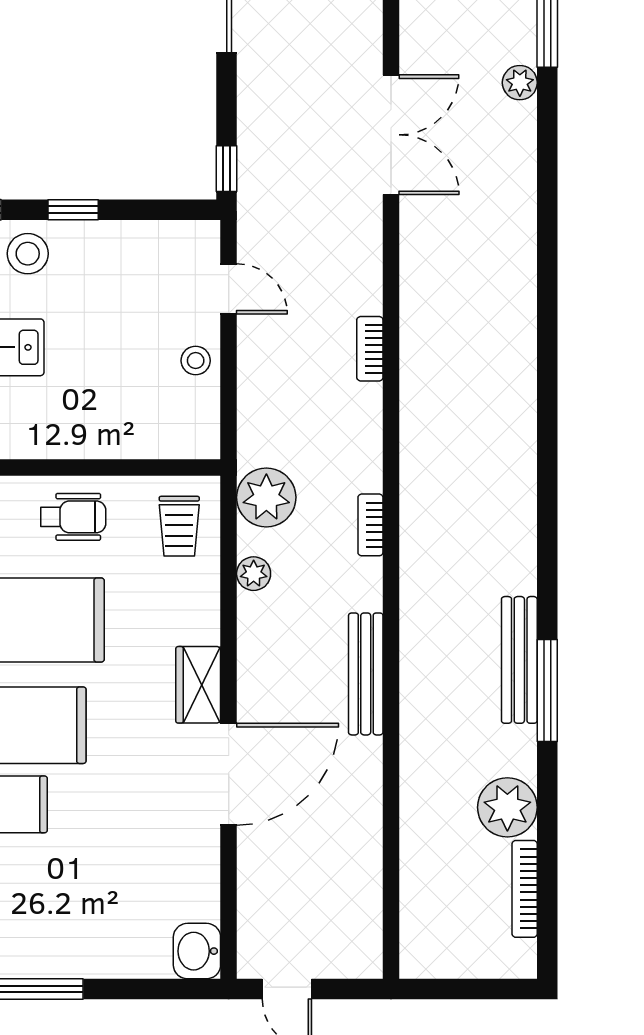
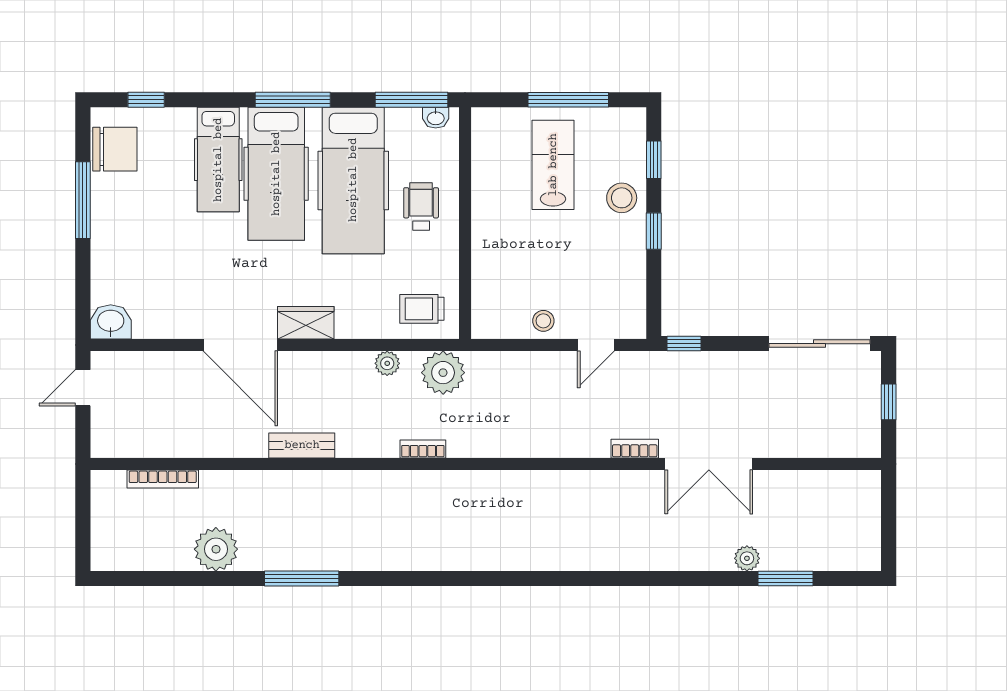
bookcase: (370, 349) -> (635, 449), moved
wheelchair: (73, 517) -> (421, 207), moved, turned 180
bench: (519, 660) -> (324, 558), removed
bench: (366, 674) -> (302, 445), width x0.73
bookcase: (525, 889) -> (163, 479), moved, turned 180

